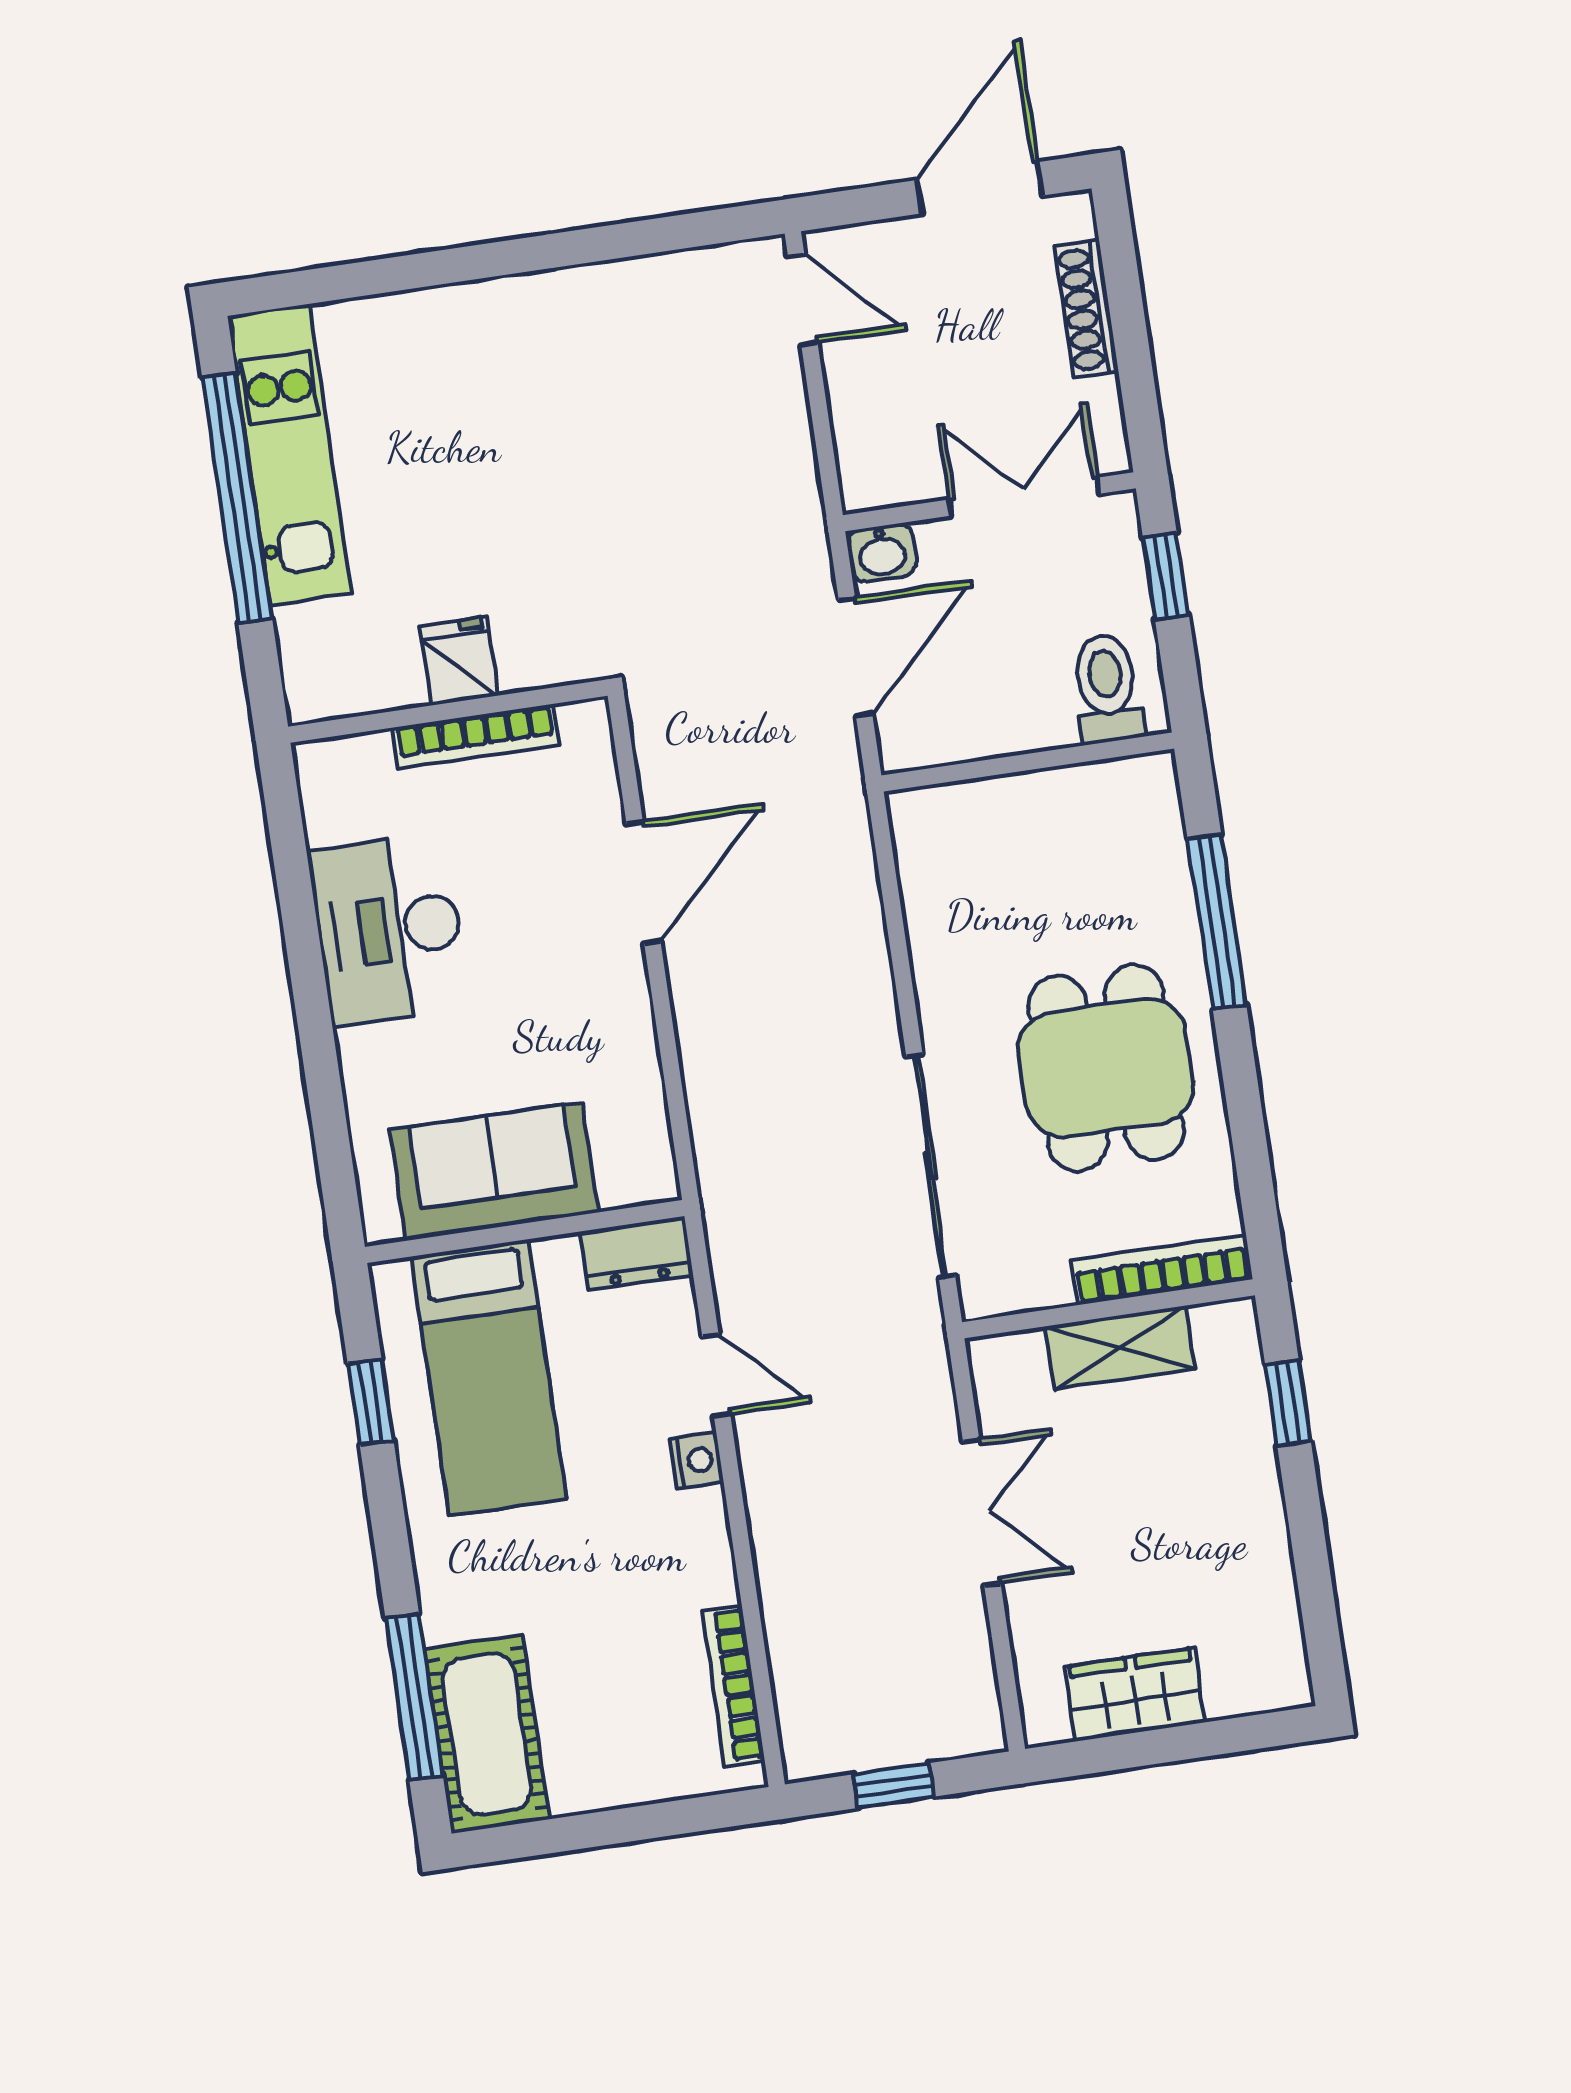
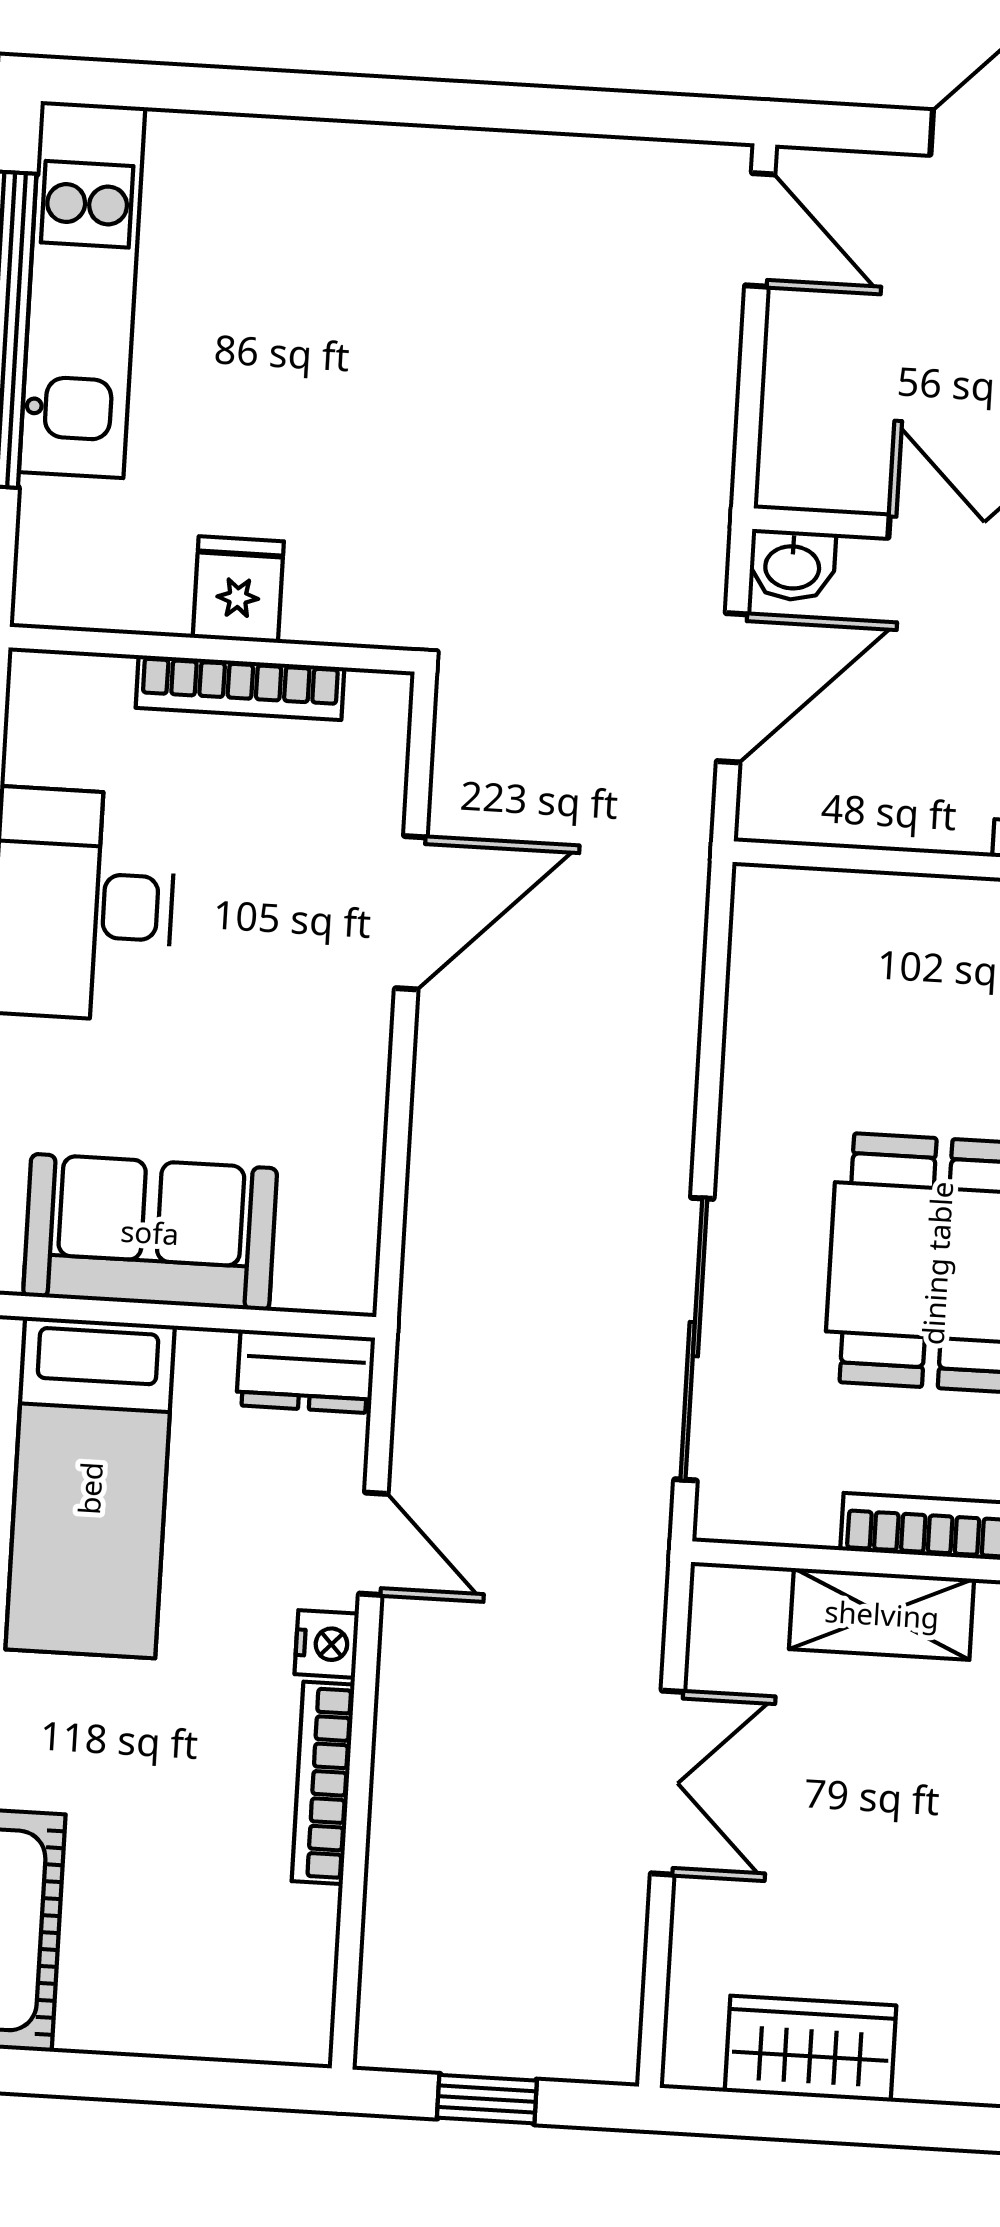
bookcase: (733, 1686) -> (323, 1783), moved

